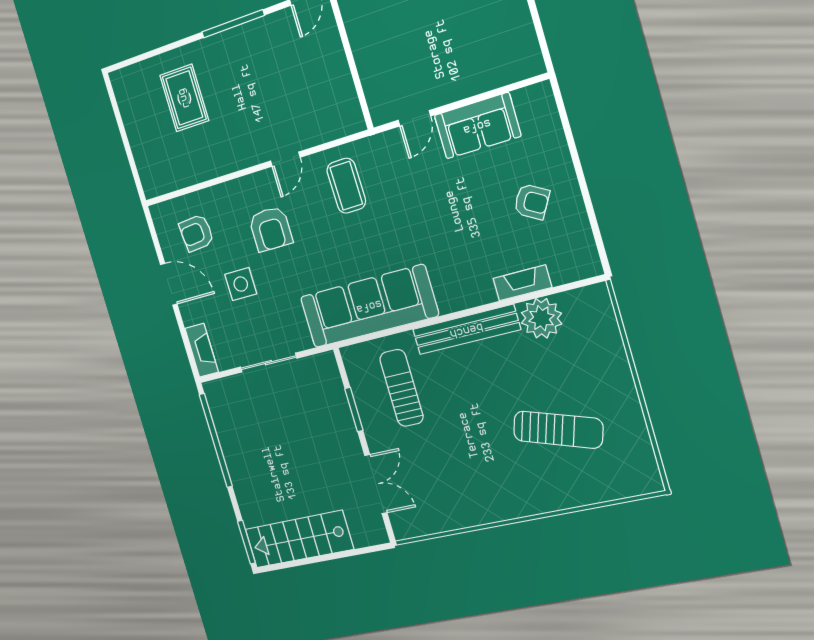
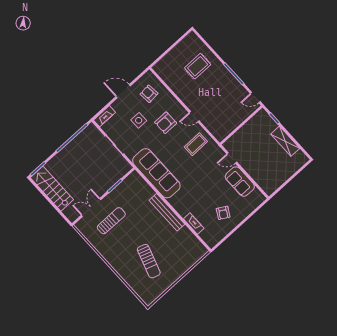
door: (169, 284) -> (123, 91), swing flipped
plant: (541, 318) -> (185, 236), removed
sun lounger: (402, 388) -> (111, 221), moved
double door: (376, 484) -> (91, 207), swing flipped

